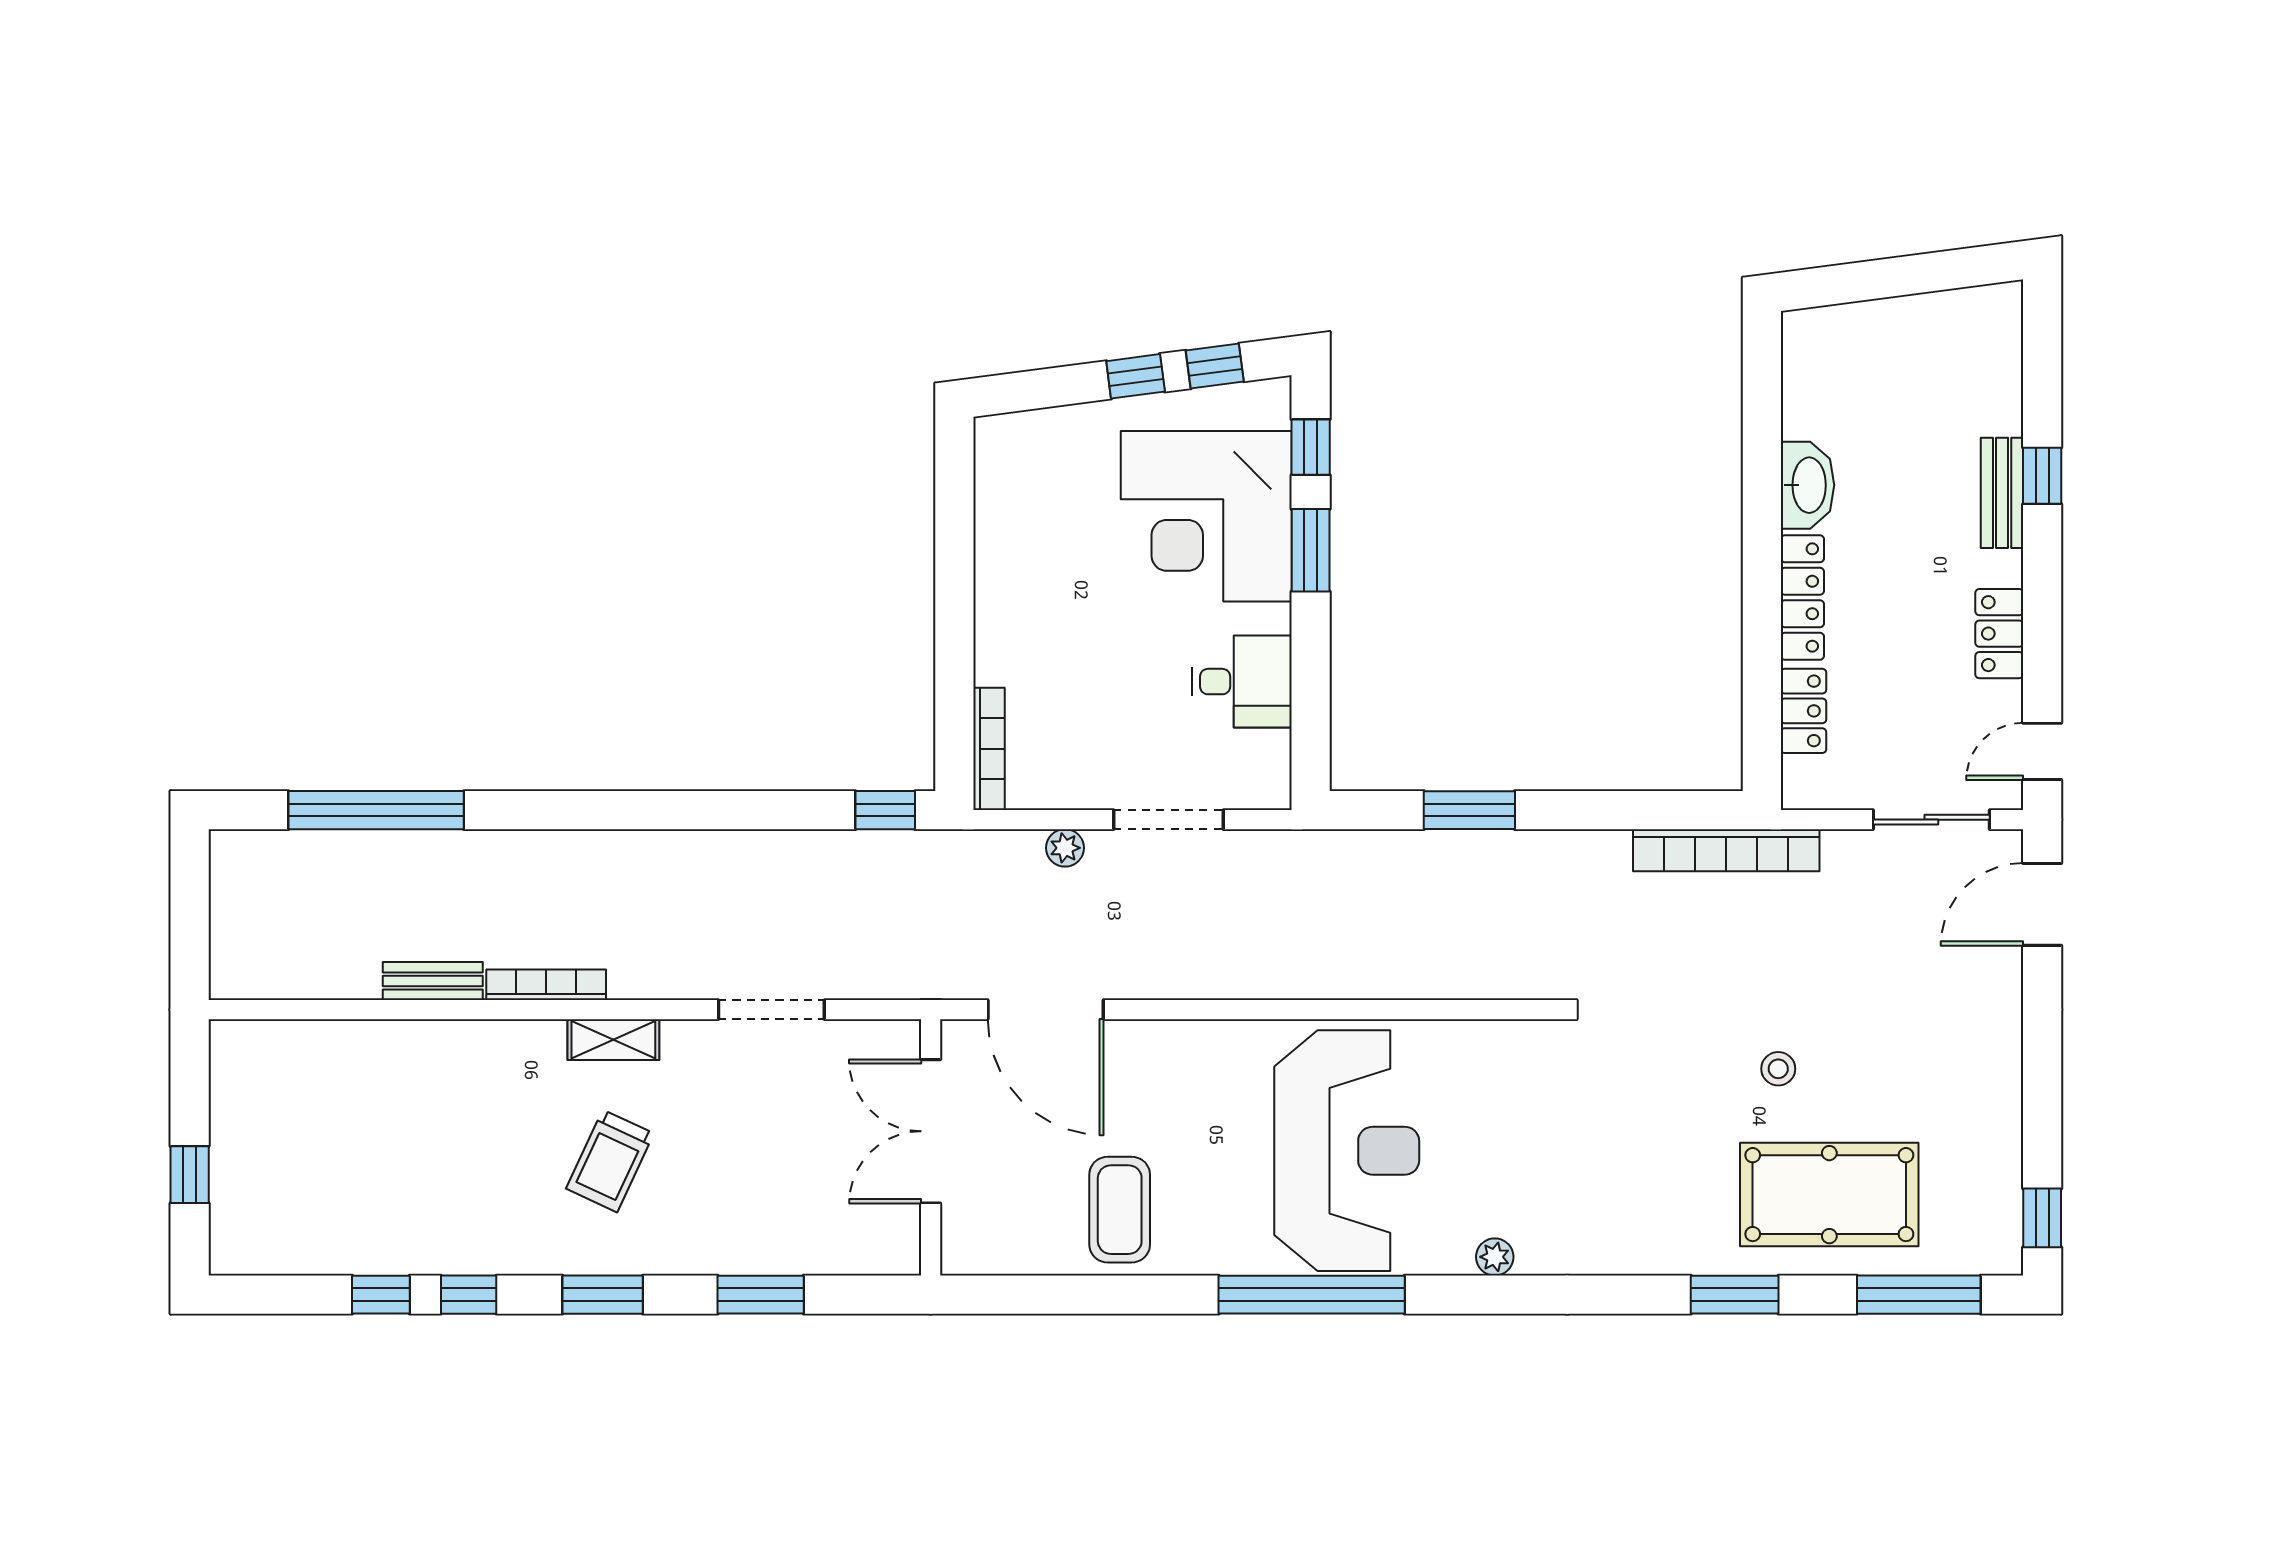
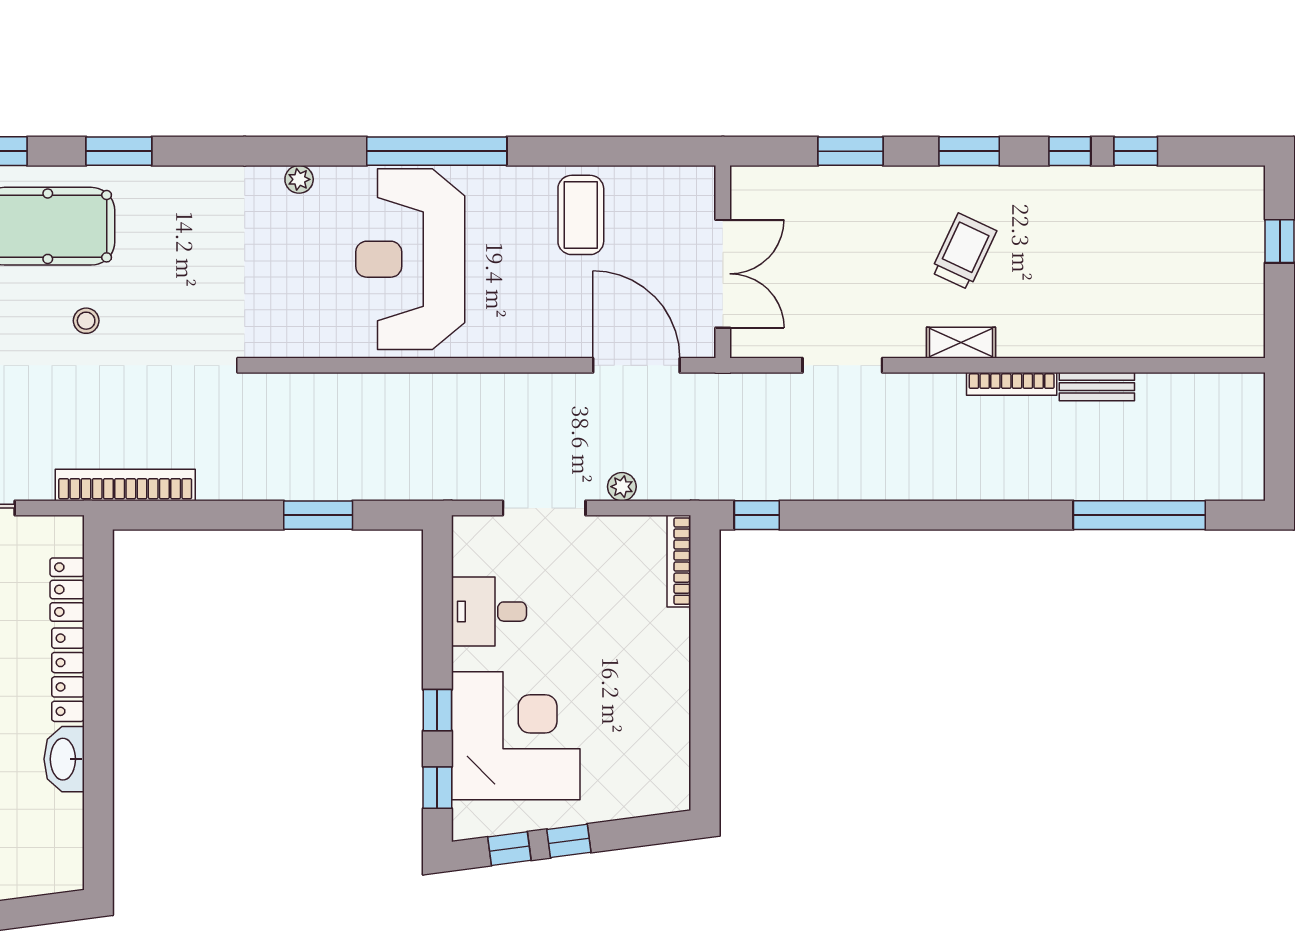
window: (1311, 550) -> (437, 710), width x0.67

